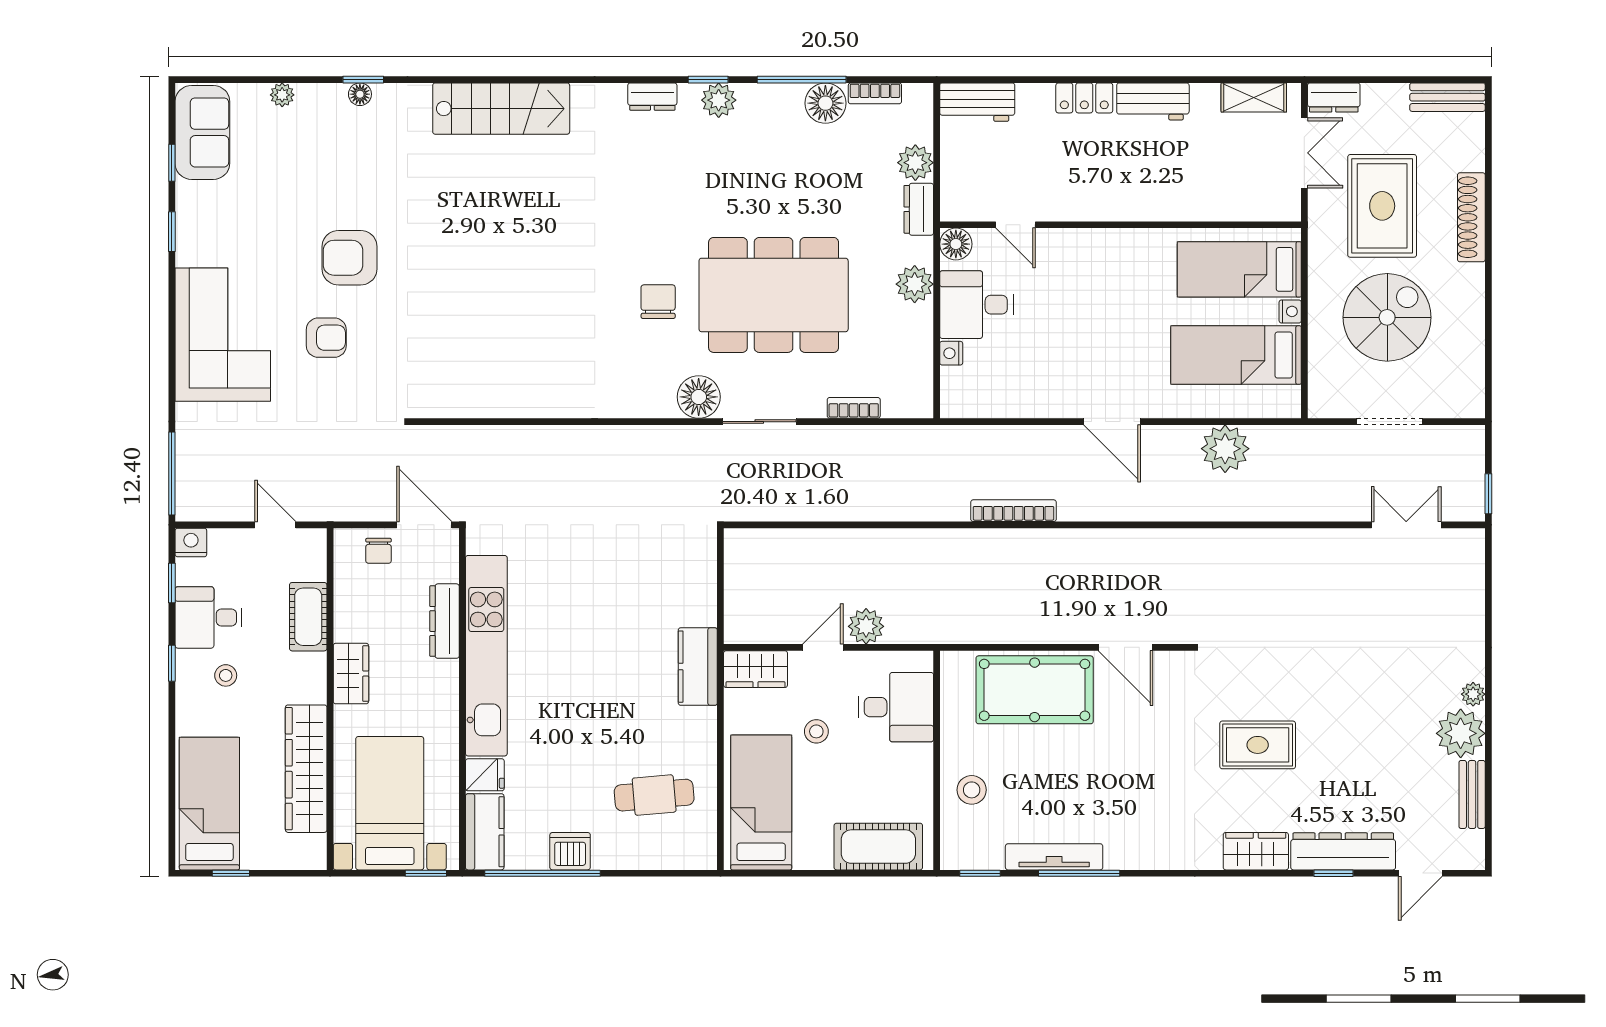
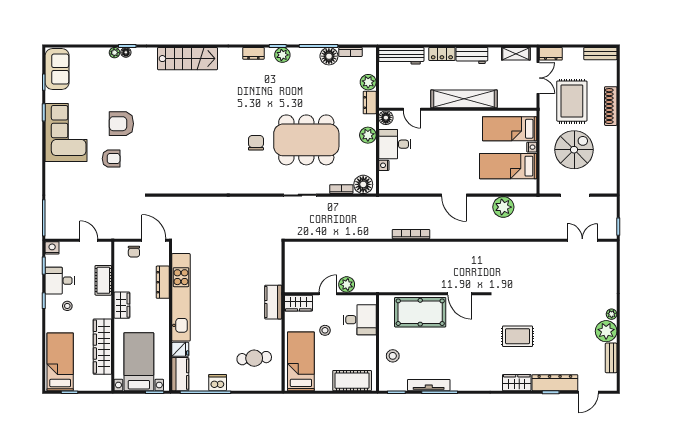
plant: (282, 95) -> (114, 53), moved
workbench: (977, 102) -> (401, 56), width x1.38
shelving: (1135, 201) -> (464, 99), added
corner sofa: (223, 335) -> (66, 132), moved
floor lamp: (699, 397) -> (363, 184), moved

